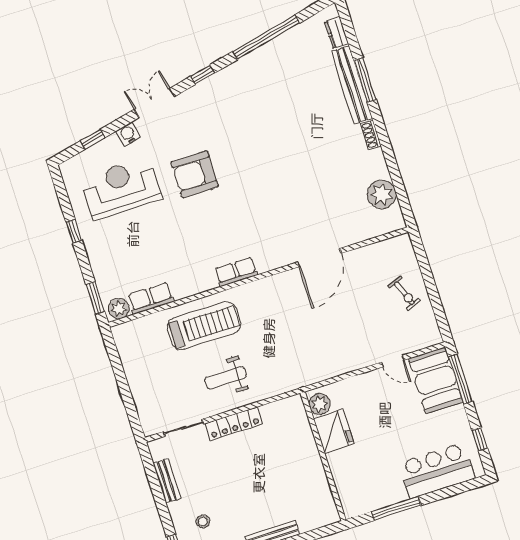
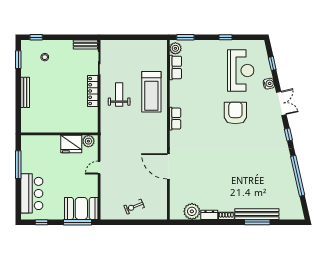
dresser: (337, 33) -> (209, 215), moved
door: (393, 361) -> (99, 168), moved
bench: (167, 481) -> (85, 45), moved

